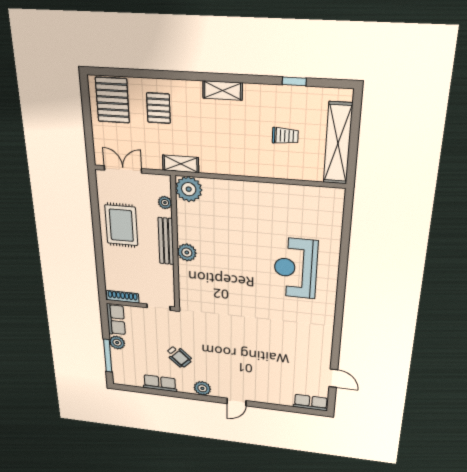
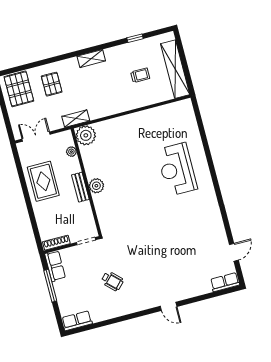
bench: (166, 241) -> (80, 187), width x0.73
plant: (117, 343) -> (60, 288), removed
window: (108, 356) -> (50, 286), moved
door: (333, 378) -> (234, 252), hinge flipped
row of seats: (160, 383) -> (77, 321), moved
plant: (202, 388) -> (138, 304), removed
door: (237, 402) -> (169, 306), hinge flipped

